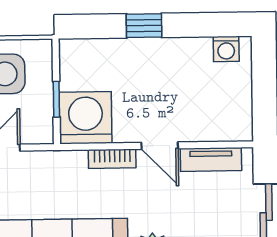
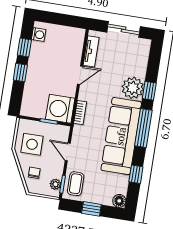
window: (195, 25) -> (24, 47), added
bookcase: (112, 159) -> (80, 113), moved

